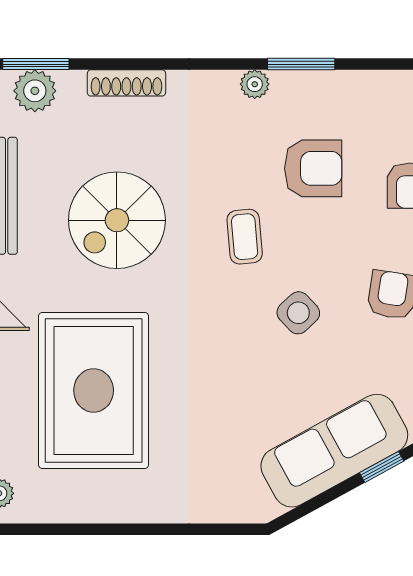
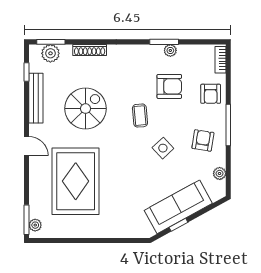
plant: (255, 84) -> (170, 50), moved
spiral stairs: (117, 220) -> (86, 109), turned 180
window: (382, 467) -> (178, 225), moved

